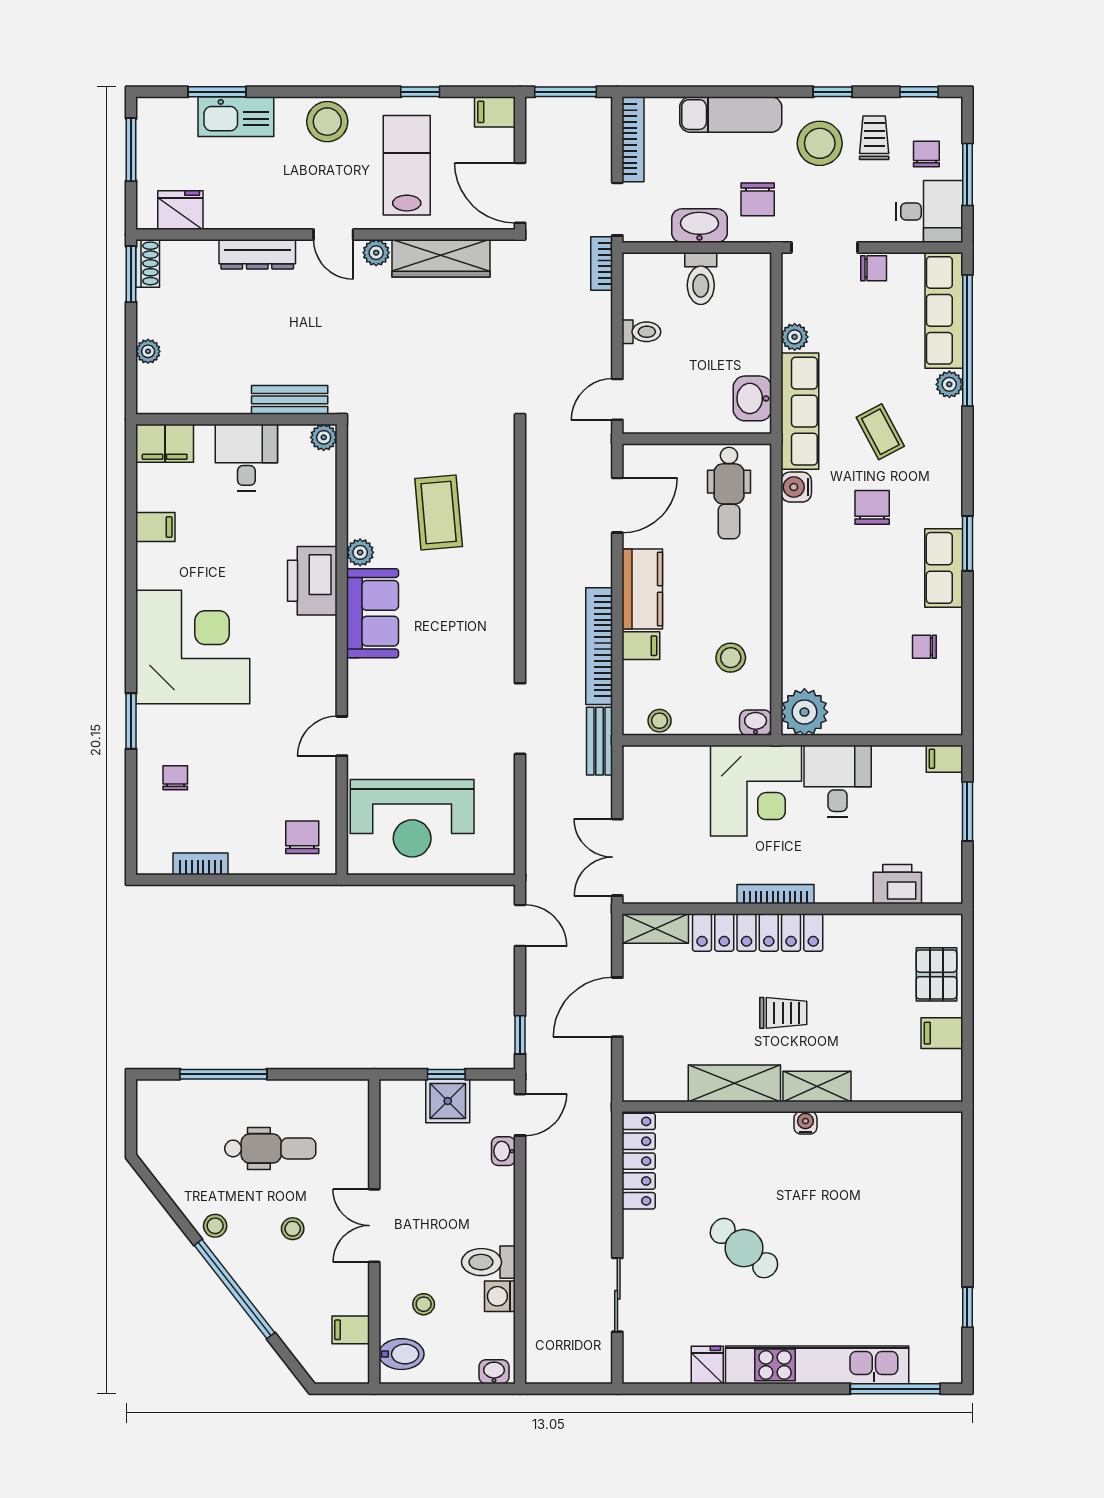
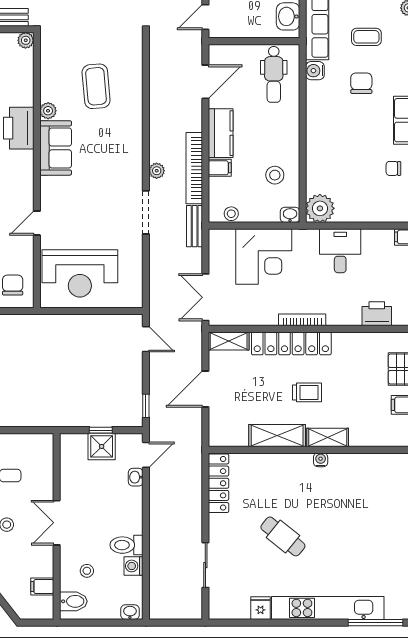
coffee table: (880, 432) -> (366, 37), turned -62
plant: (538, 650) -> (157, 171), added
corner desk: (756, 791) -> (264, 256), moved

